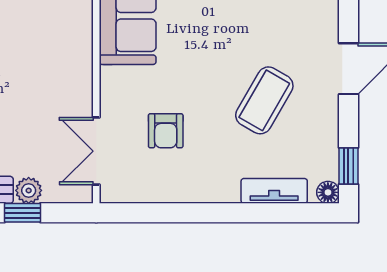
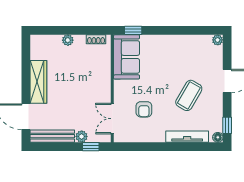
tv unit: (274, 191) -> (187, 137), width x1.41
window: (23, 213) -> (91, 147), moved

